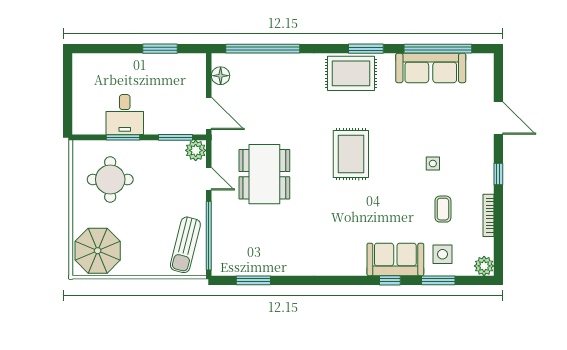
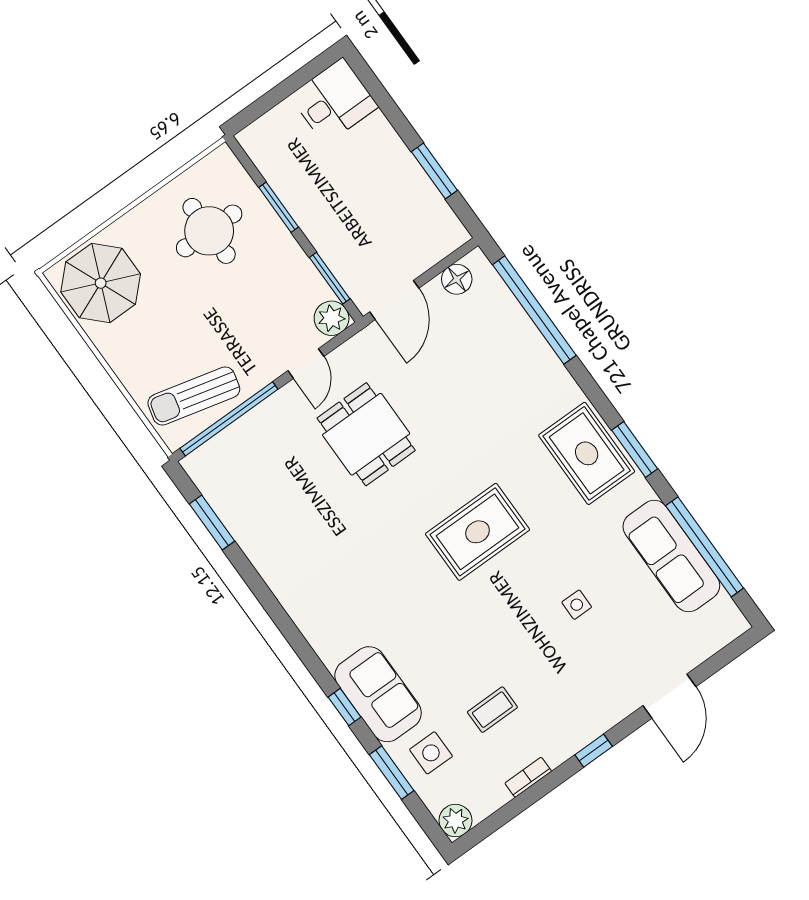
desk: (125, 115) -> (334, 101), moved, turned 180
side table: (433, 164) -> (577, 605), moved
dining table: (264, 174) -> (366, 434), width x0.73
bookcase: (488, 215) -> (528, 777), width x0.64

